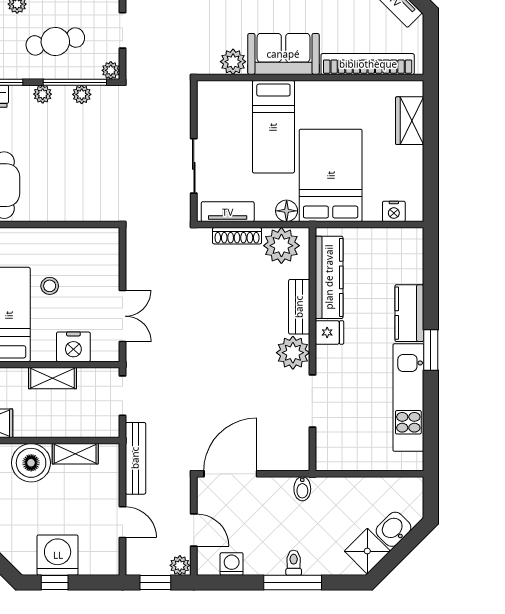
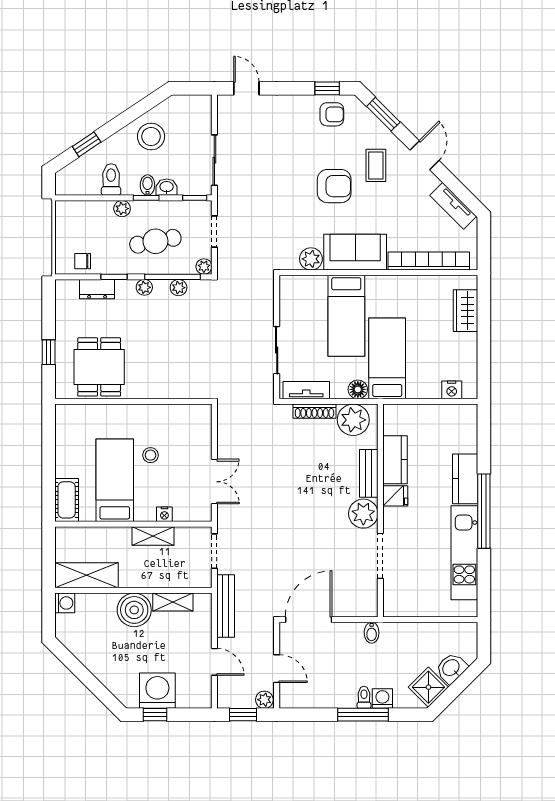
bed: (331, 175) -> (387, 358), width x0.67
kitchen counter: (329, 277) -> (395, 460), width x0.67
nightstand: (73, 347) -> (164, 514), width x0.53, depth x0.56
window: (431, 350) -> (484, 511), width x2.11
washing machine: (232, 564) -> (382, 699), moved

